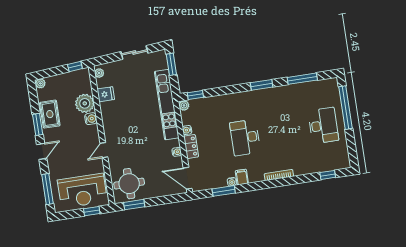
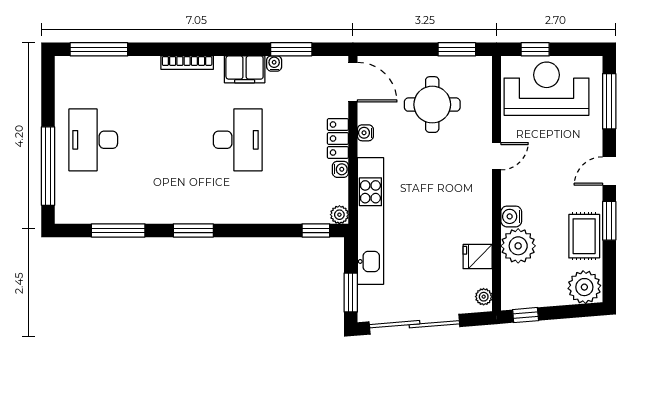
sliding door: (134, 52) -> (414, 324), width x1.86
plant: (40, 83) -> (584, 287), width x1.87, depth x1.87
window: (328, 175) -> (99, 49), width x2.17
filing cabinet: (242, 177) -> (245, 69), width x2.00
round table: (129, 184) -> (432, 105), moved

